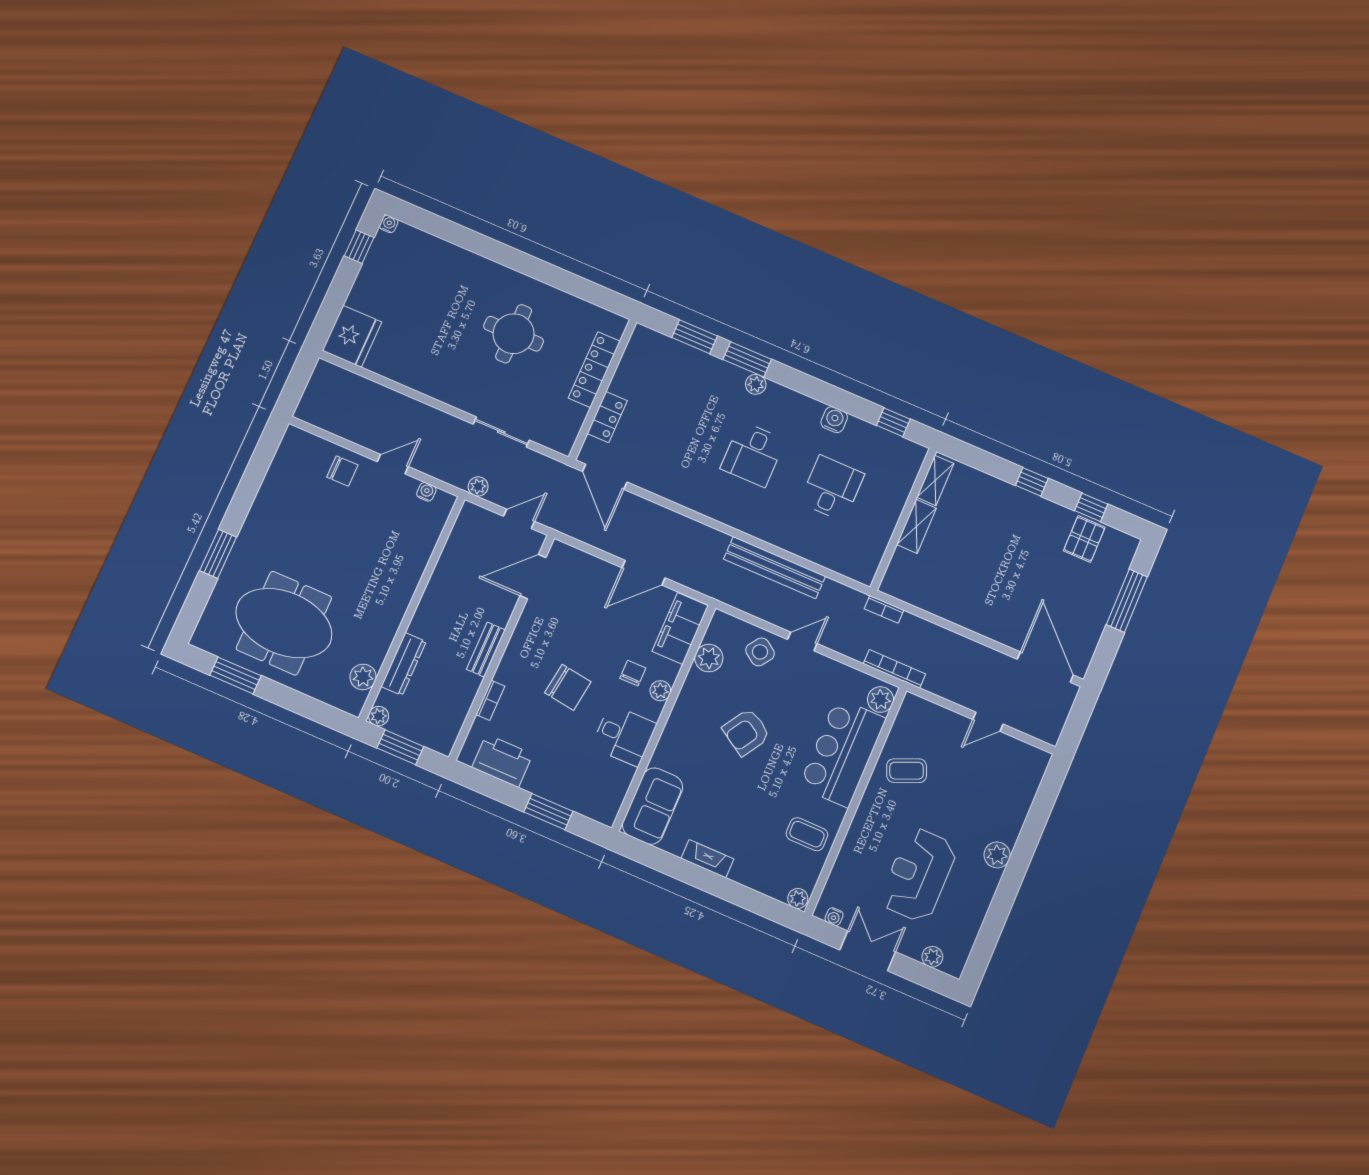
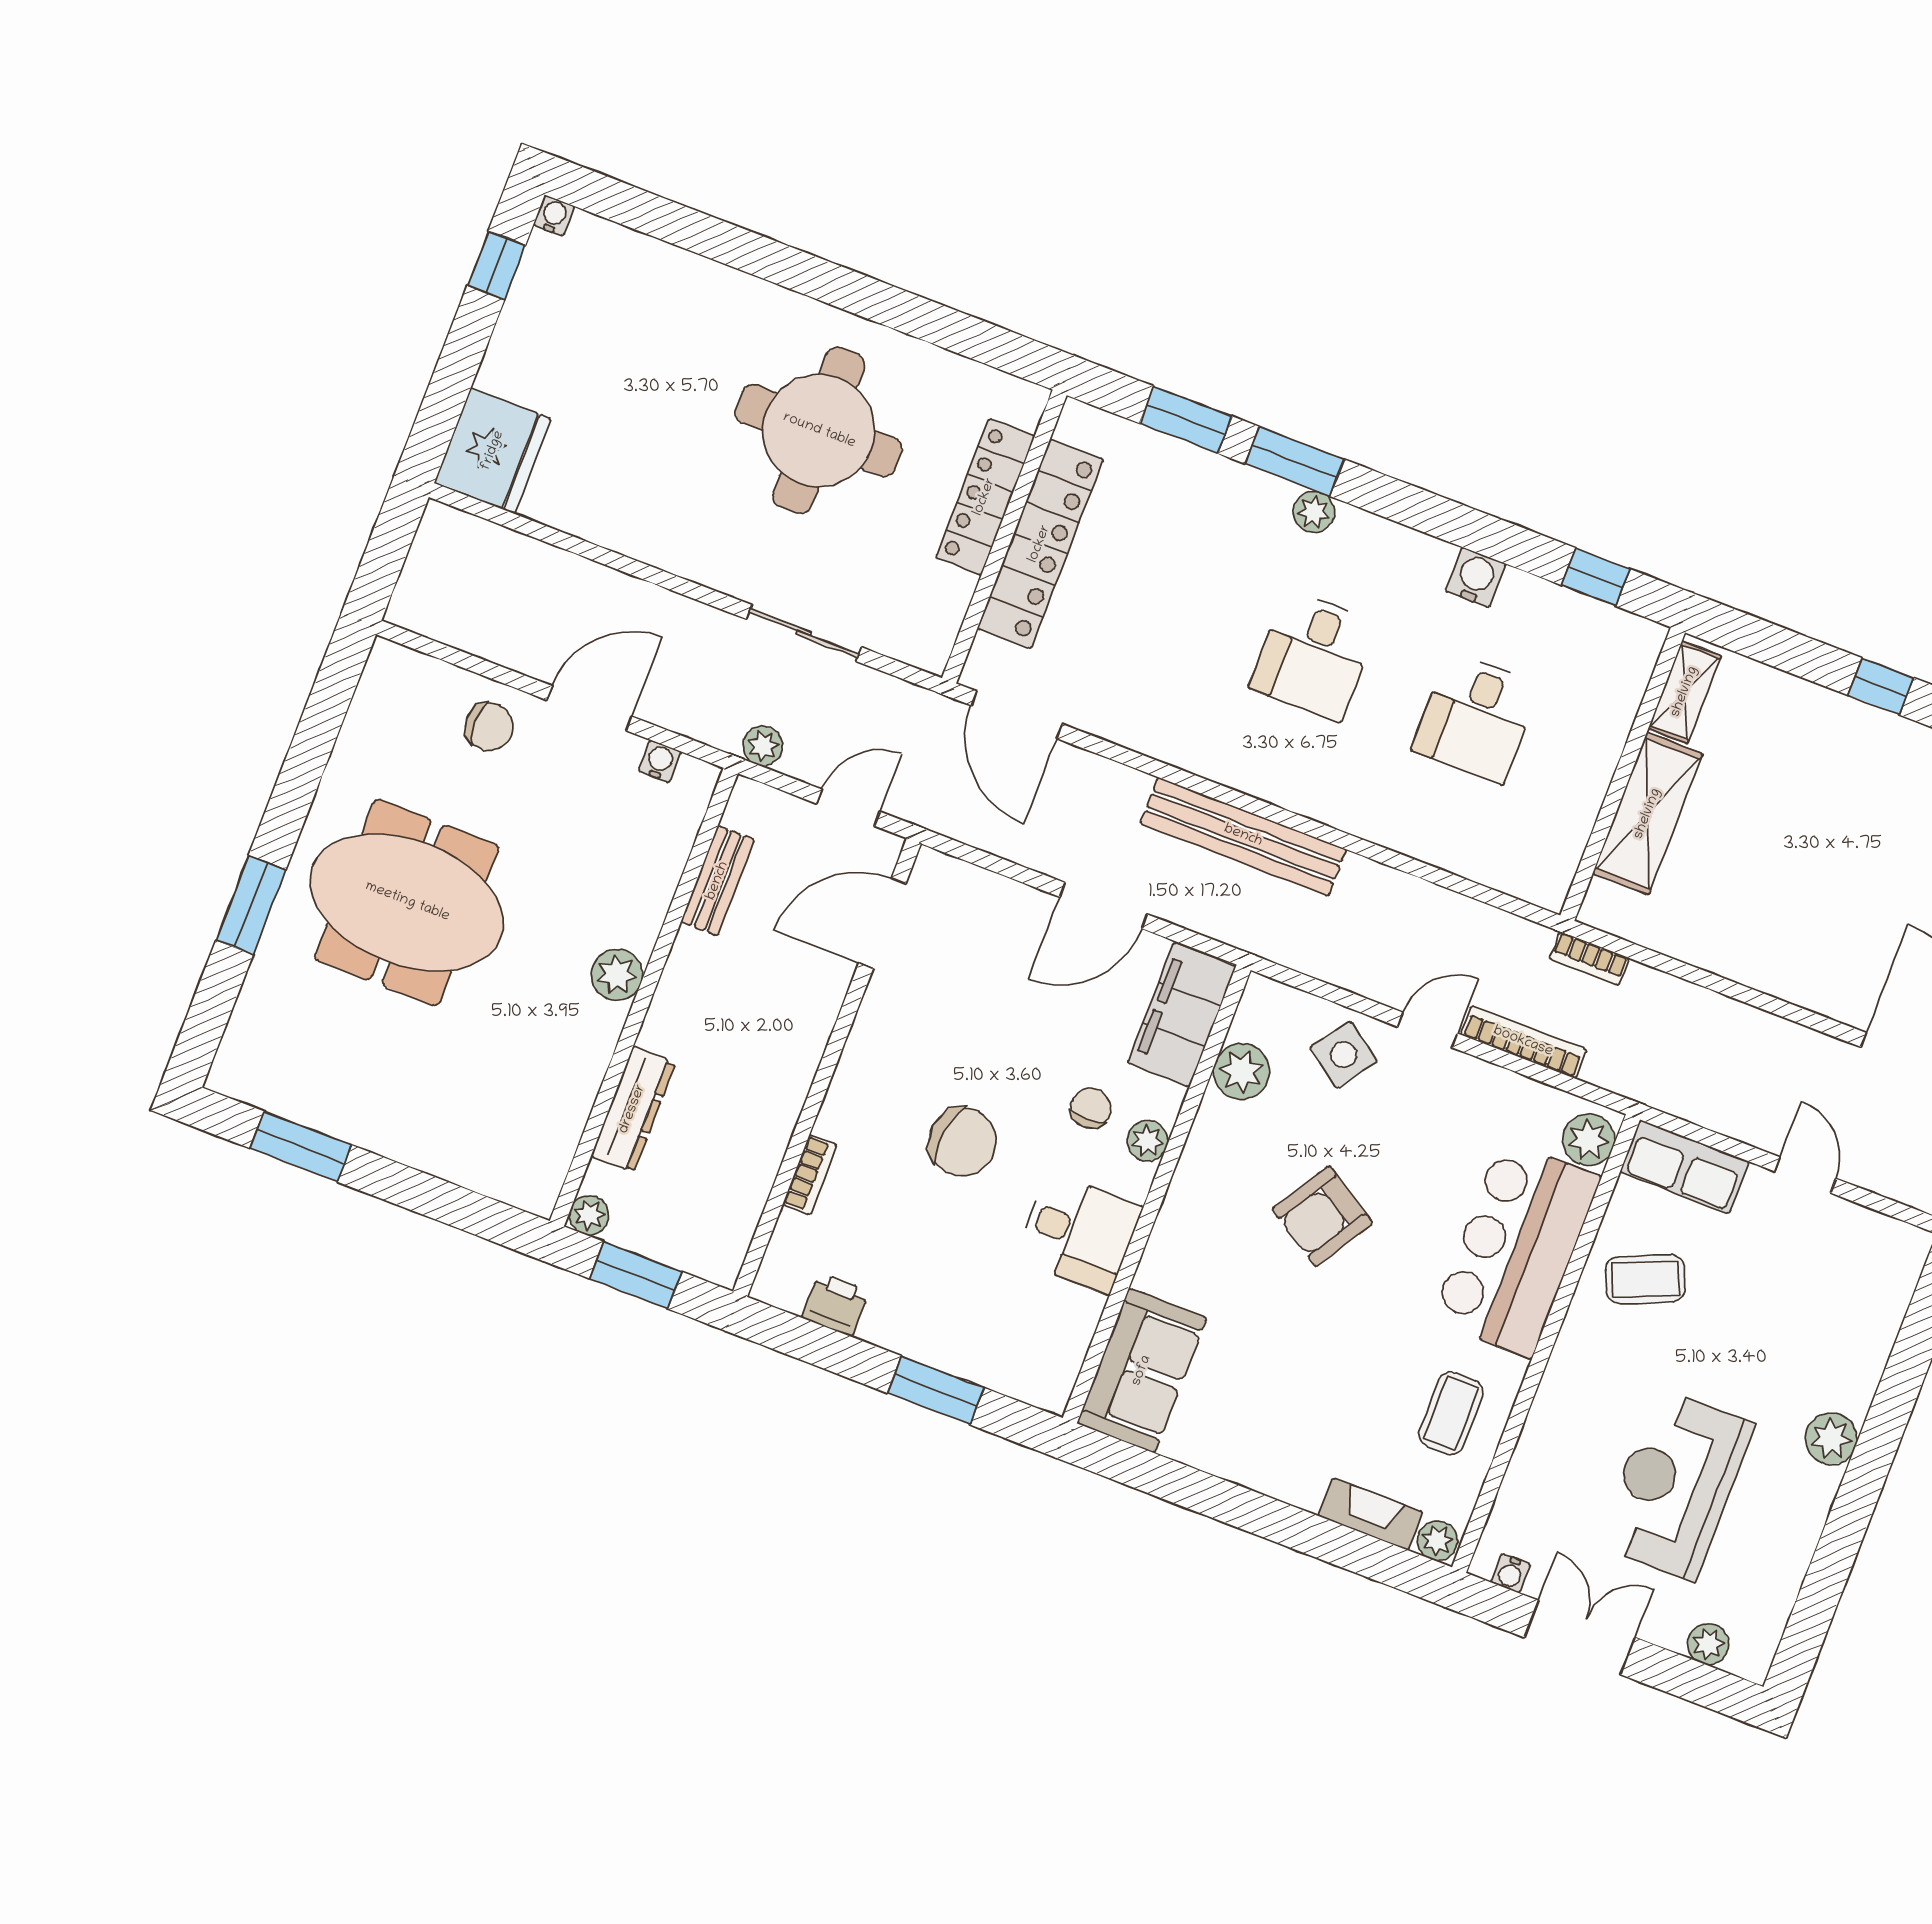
round table: (514, 334) -> (819, 431), width x1.36, depth x1.36
locker: (607, 417) -> (1040, 544), width x2.16, depth x1.21
door: (393, 464) -> (589, 708), width x1.38
desk: (832, 488) -> (1476, 718), turned 180
shelving: (916, 526) -> (1648, 814), width x1.50, depth x1.33
bench: (775, 568) -> (1243, 836), moved
meeting table: (284, 623) -> (407, 902), moved
bench: (486, 650) -> (718, 881), moved
bookcase: (894, 669) -> (1523, 1042), moved
plant: (363, 677) -> (617, 975), moved
row of seats: (928, 715) -> (1684, 1167), added
door: (988, 722) -> (1805, 1175), swing flipped
printer: (502, 761) -> (835, 1304), width x0.53, depth x0.68
coffee table: (807, 834) -> (1451, 1413), turned 90
fireplace: (707, 859) -> (1370, 1514), moved

